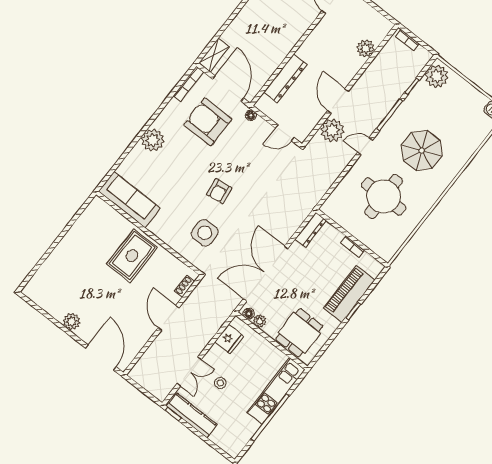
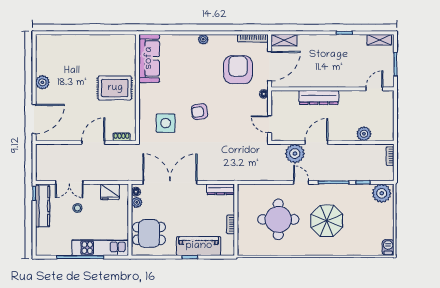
dresser: (285, 78) -> (319, 97), moved
plant: (153, 140) -> (203, 39), width x0.53, depth x0.53

